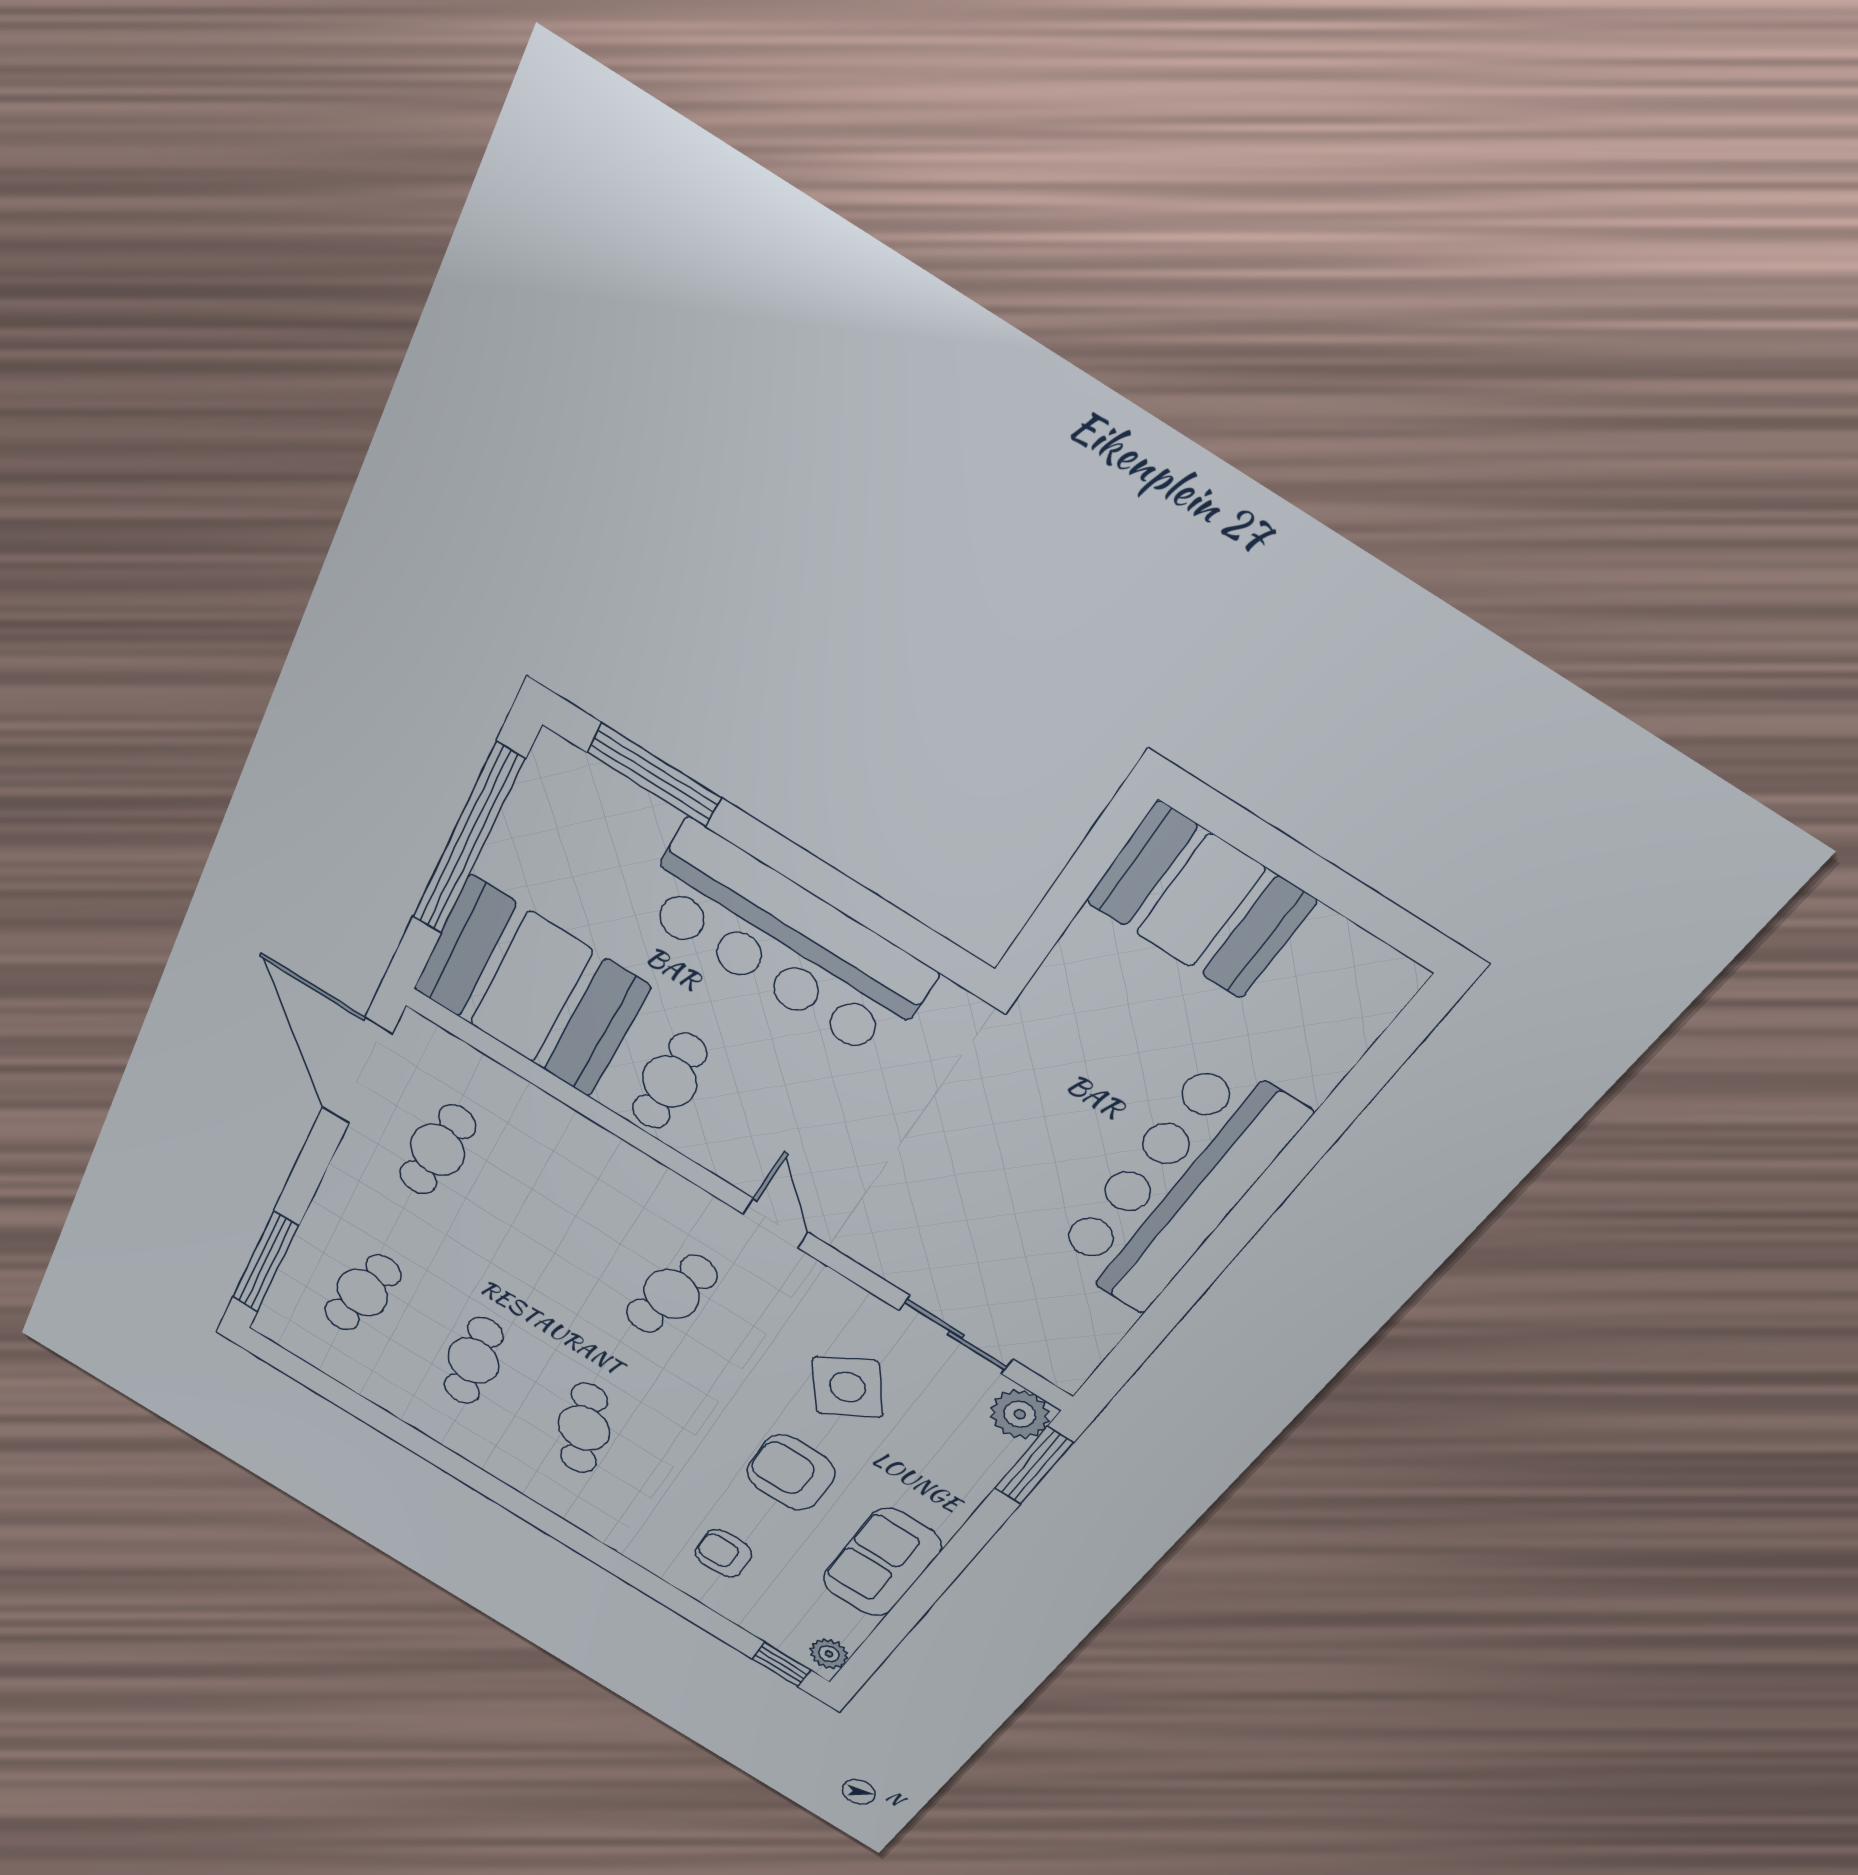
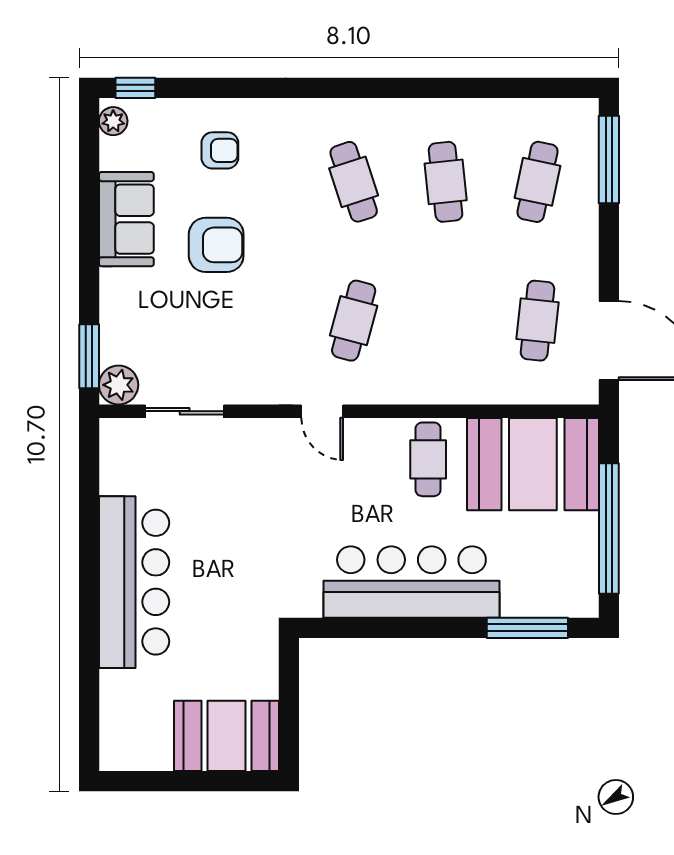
side table: (848, 1387) -> (221, 331), removed

